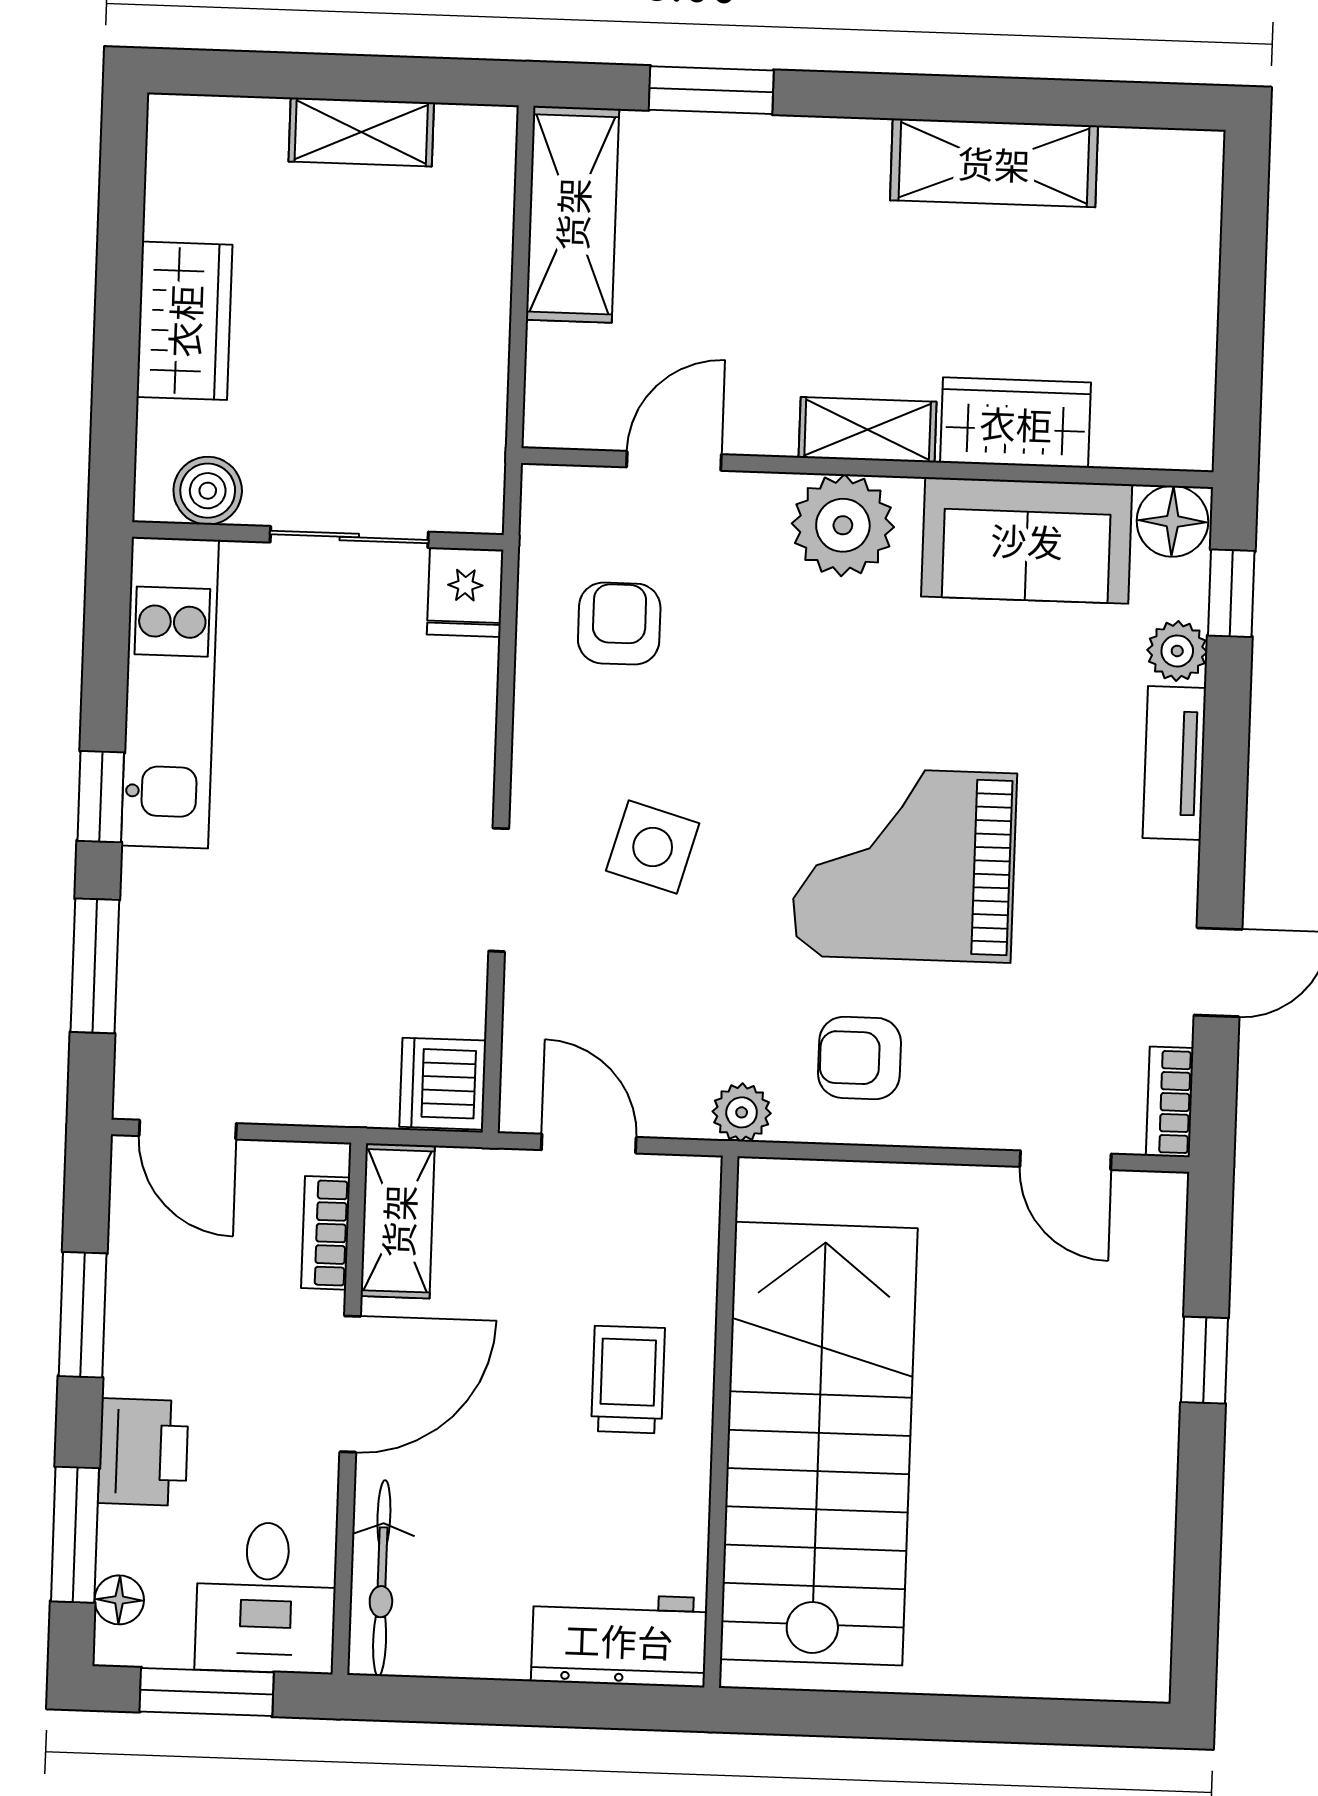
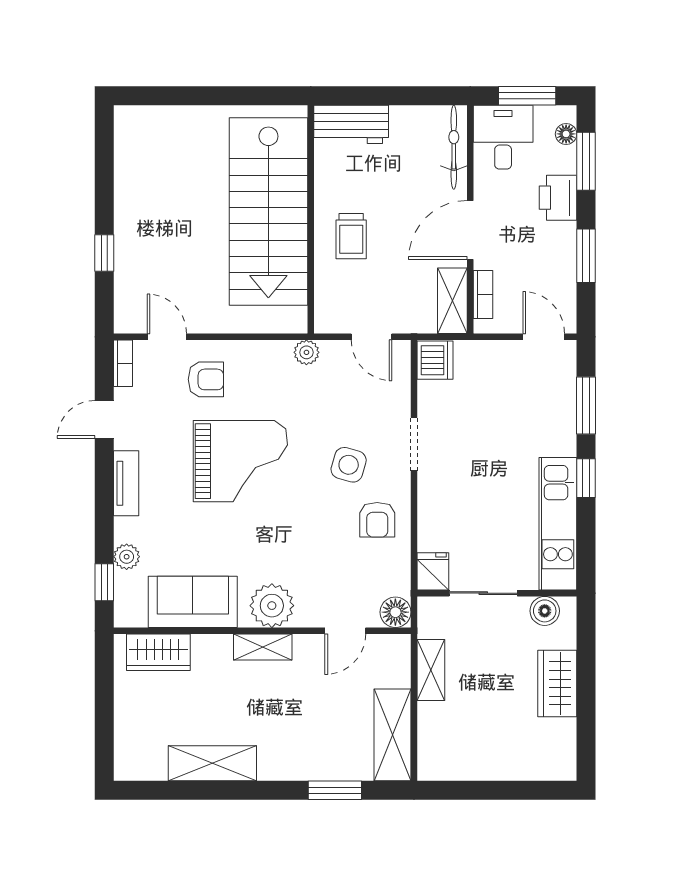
shelving: (361, 132) -> (431, 670), moved, turned 90
wardrobe: (1016, 423) -> (158, 652), moved
floor lamp: (1172, 521) -> (395, 612), moved
armchair: (619, 624) -> (377, 520), moved
tv unit: (1174, 763) -> (126, 483), moved
armchair: (859, 1058) -> (206, 379), moved

